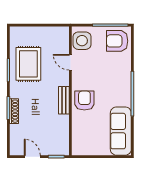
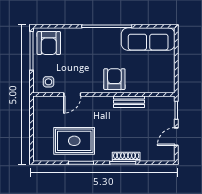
side table: (82, 41) -> (49, 82), width x0.54, depth x0.54
bench: (64, 100) -> (129, 102), moved
armchair: (84, 100) -> (114, 79), turned 90

